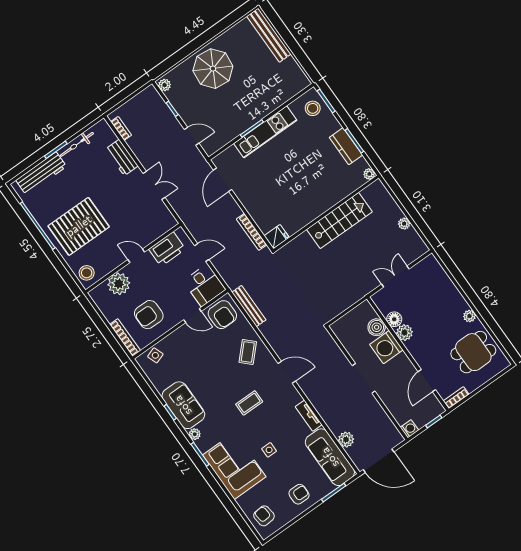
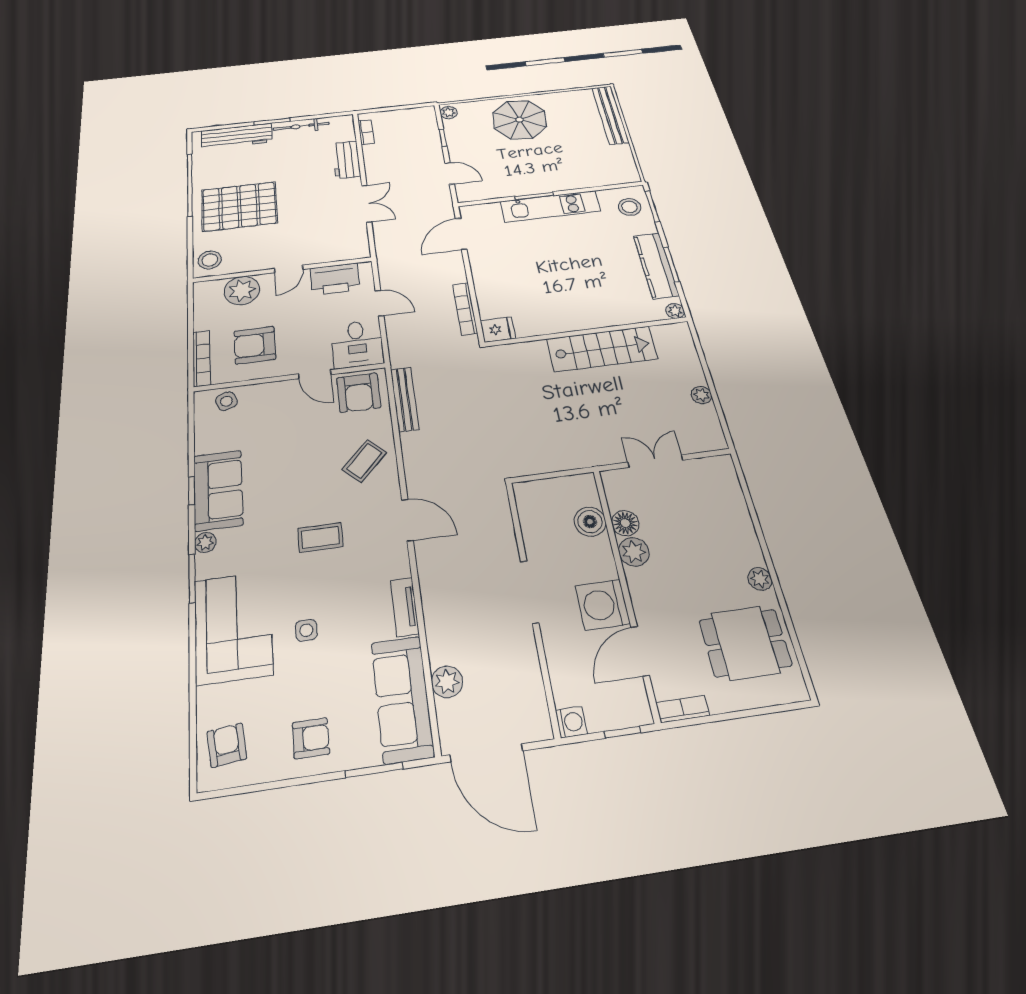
kitchen counter: (346, 146) -> (656, 265), width x1.50
door: (136, 256) -> (289, 269), swing flipped
washing machine: (386, 347) -> (603, 605), moved

